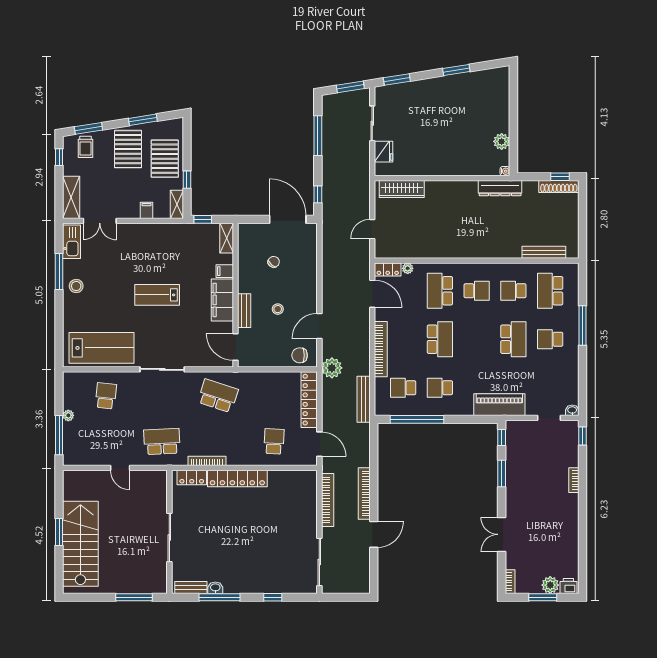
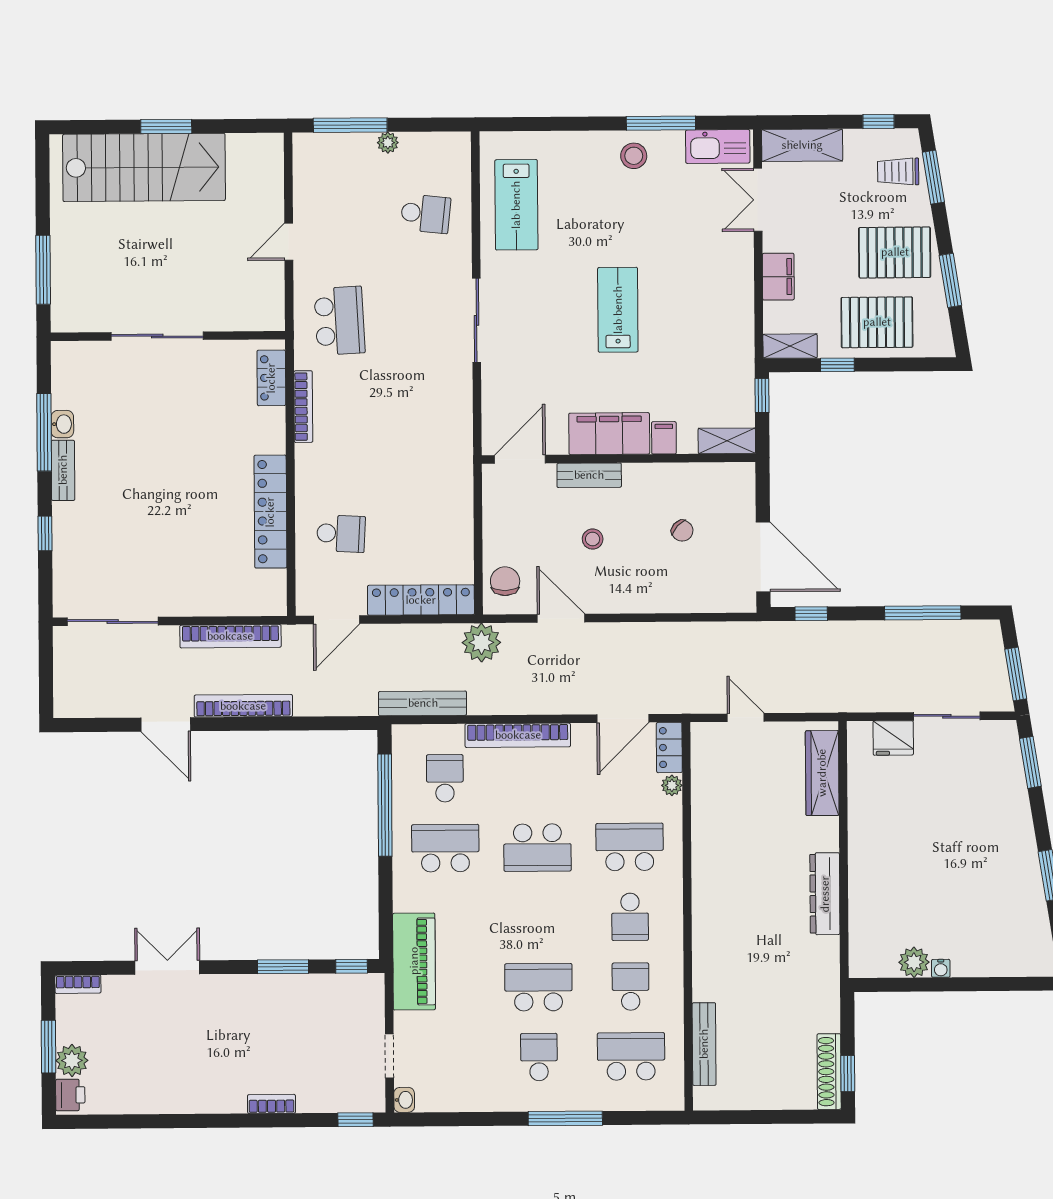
water cooler: (505, 171) -> (941, 968), moved
dresser: (500, 188) -> (825, 894), moved
filing cabinet: (146, 210) -> (778, 277), width x2.00
door: (288, 219) -> (763, 557), hinge flipped
school desk: (513, 339) -> (538, 987), turned 180
lab bench: (102, 348) -> (516, 205), width x0.73, depth x0.72
school desk: (440, 388) -> (445, 848), width x1.85
school desk: (218, 396) -> (427, 427), removed
locker: (237, 479) -> (270, 512), moved
bench: (191, 588) -> (63, 470), moved

